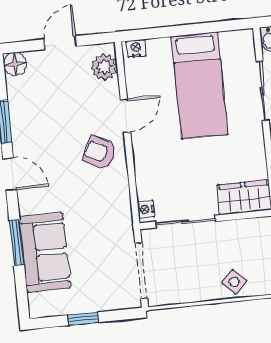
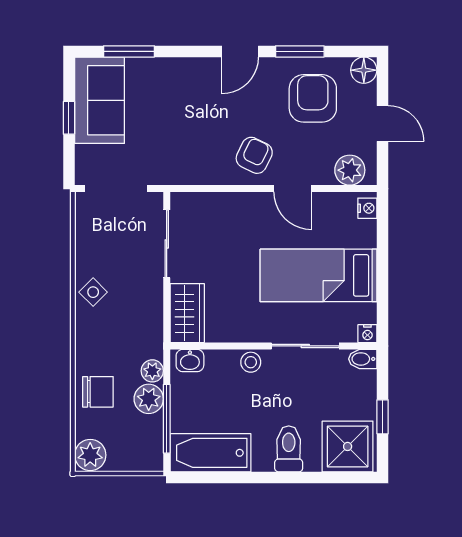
armchair: (44, 106) -> (313, 98), added
nightstand: (146, 209) -> (367, 334), moved, turned 180
window: (17, 243) -> (129, 51), moved
sofa: (45, 252) -> (100, 100), moved, turned -90

